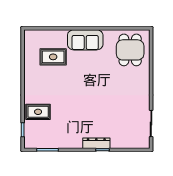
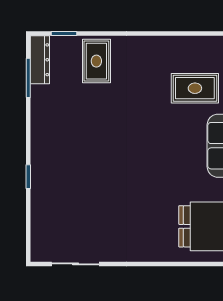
rug: (53, 57) -> (195, 88), turned 90
dresser: (96, 143) -> (40, 60), moved

